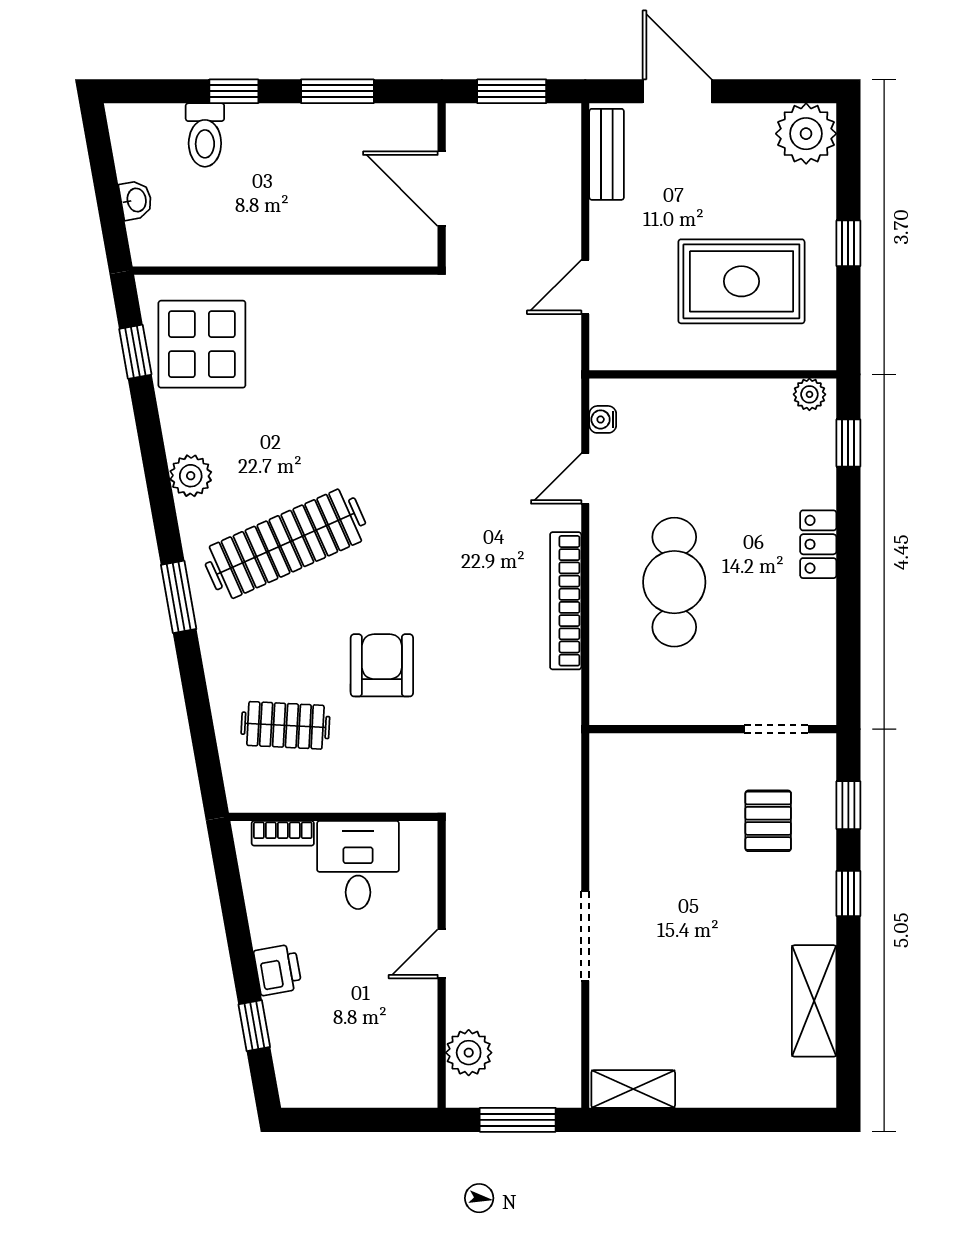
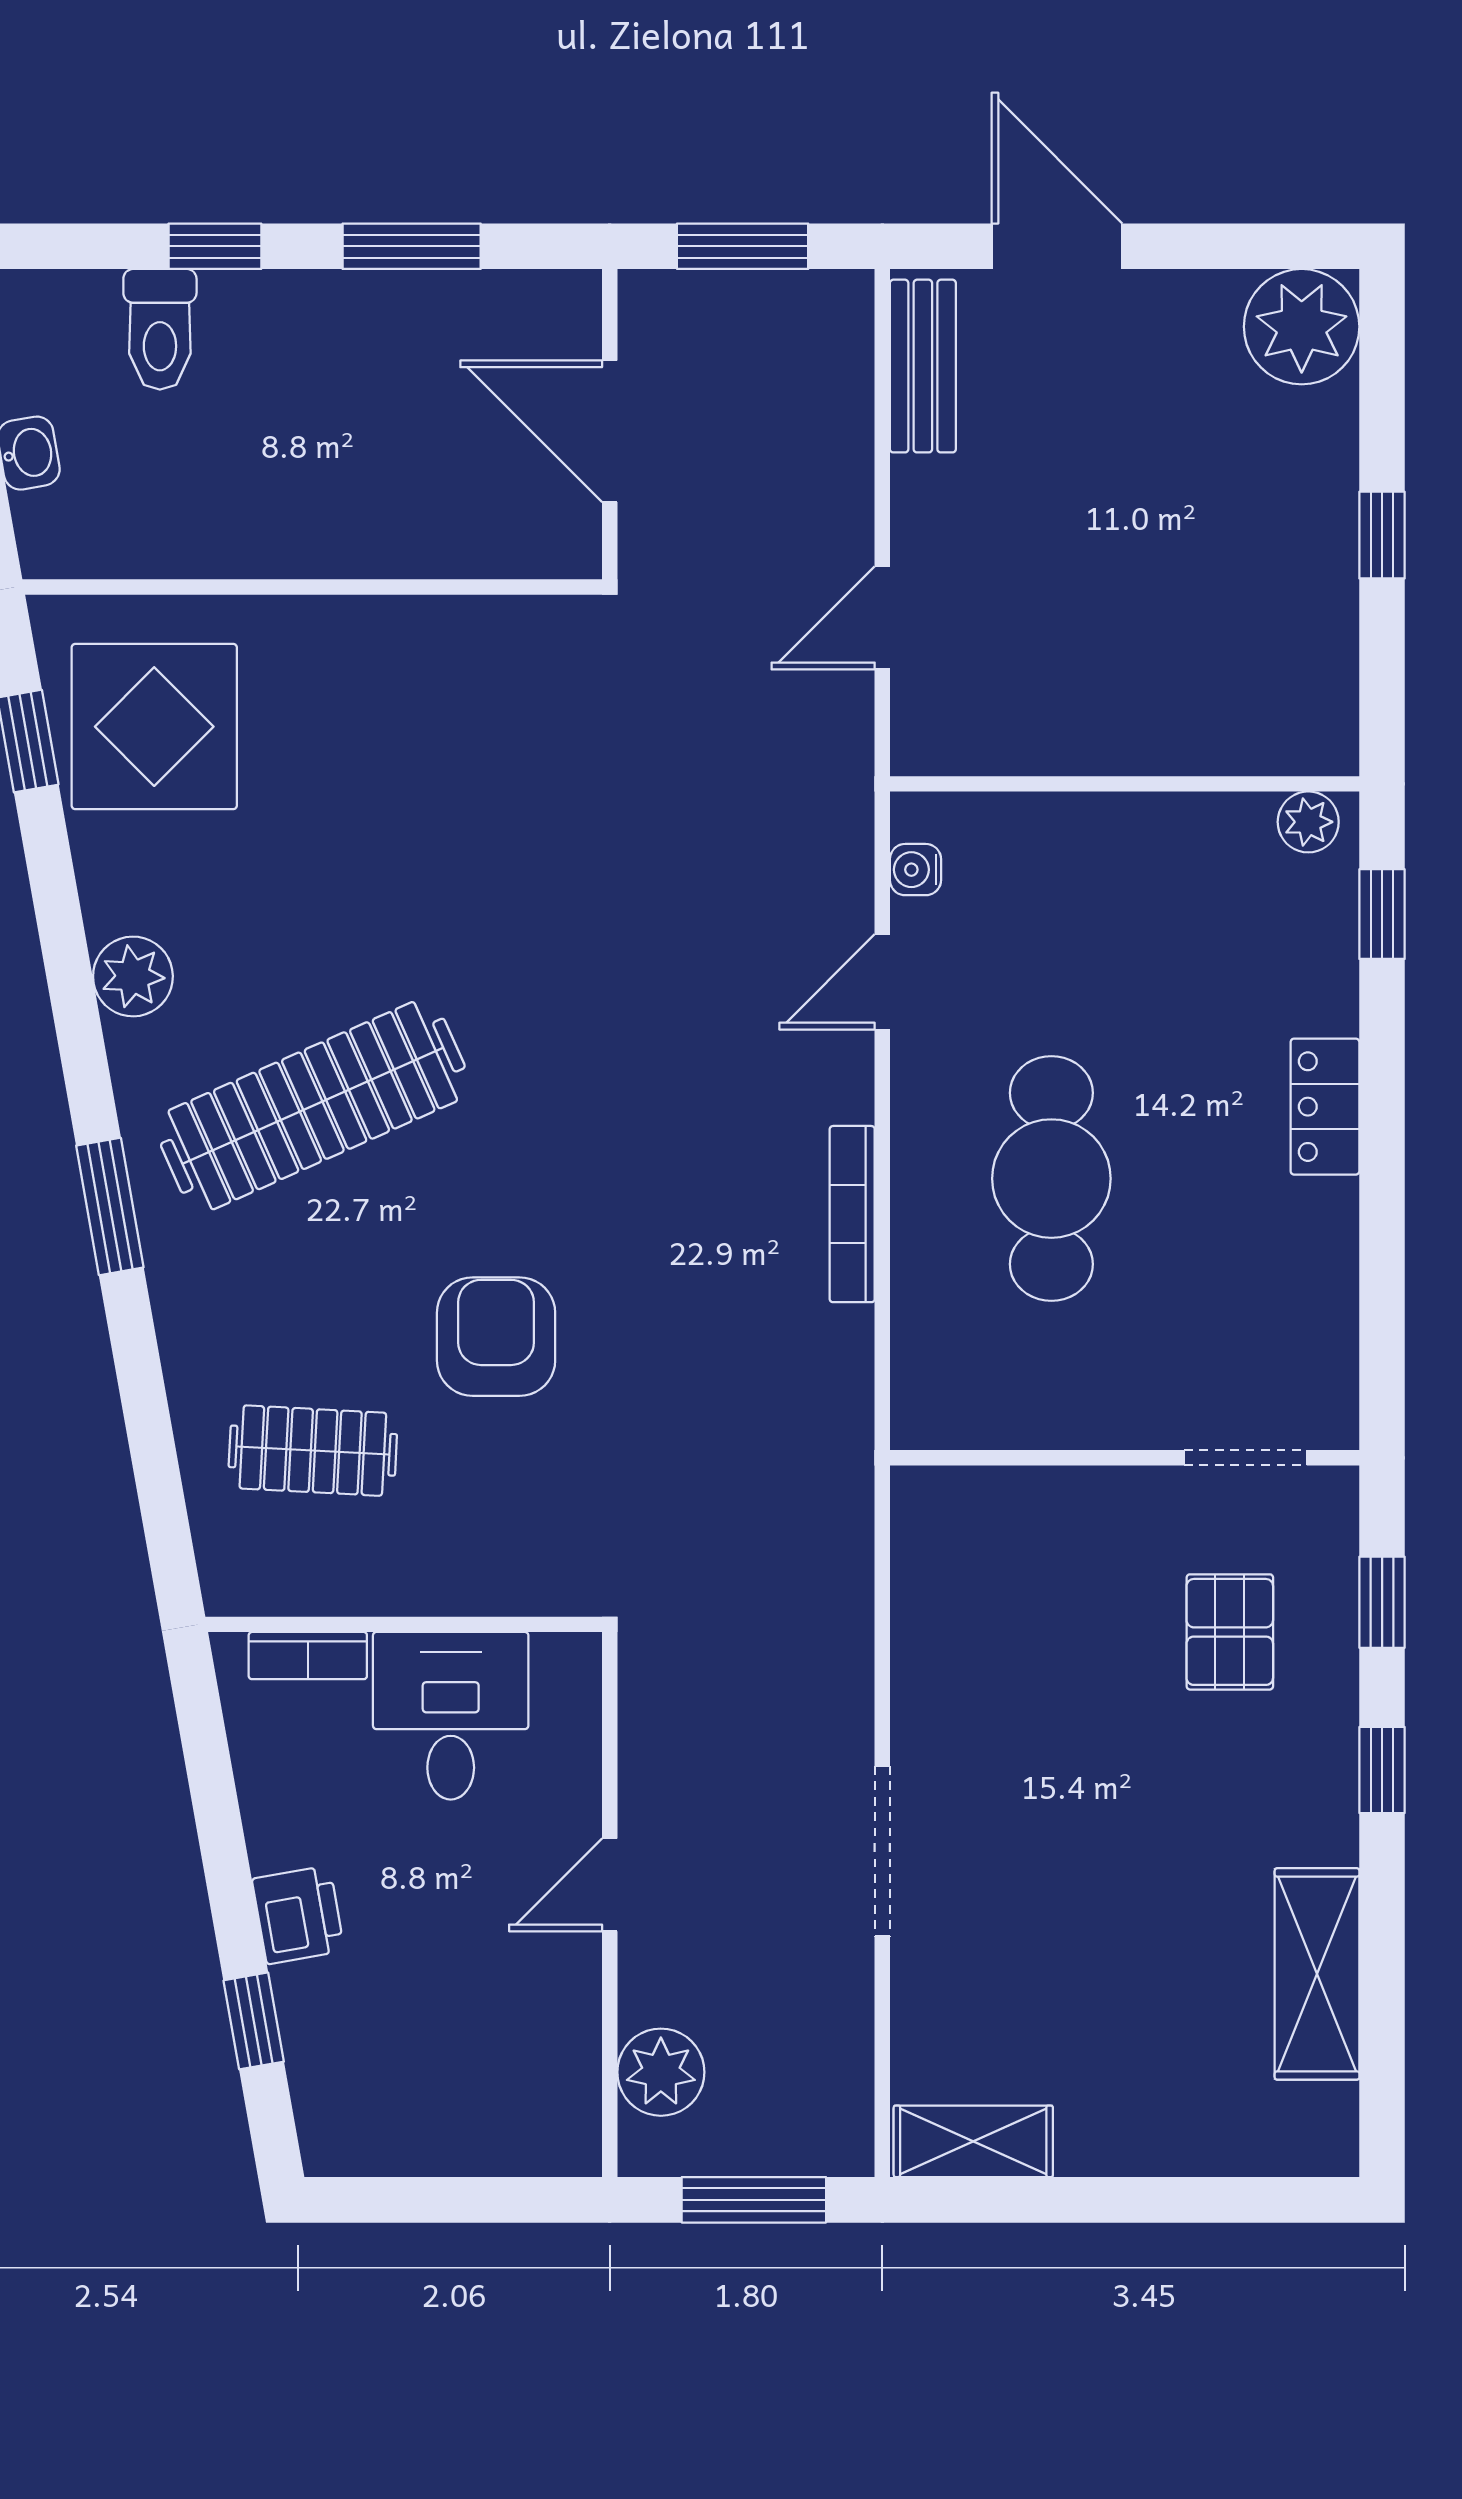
rug: (741, 281) -> (1179, 607), removed
bookcase: (566, 601) -> (852, 1214), width x0.68, depth x0.76

